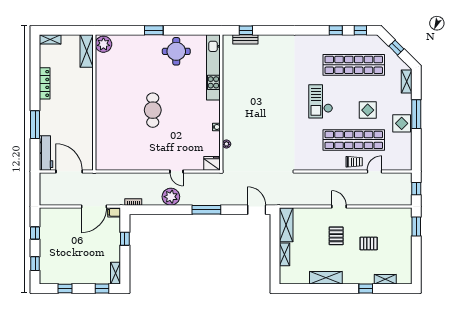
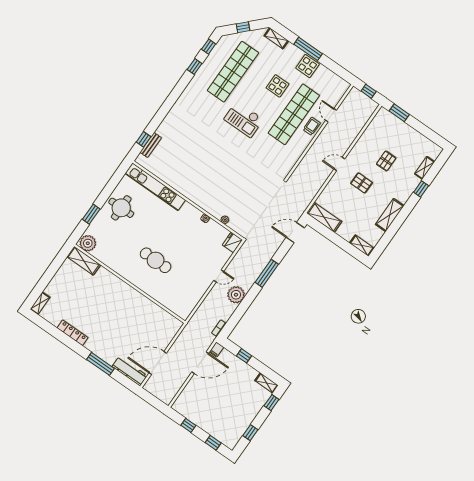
plant: (103, 44) -> (88, 243), moved
shelving: (87, 51) -> (84, 261), moved
wall: (94, 102) -> (130, 284), moved
door: (94, 206) -> (200, 363), hinge flipped
shelving: (284, 254) -> (362, 246), moved

